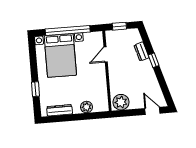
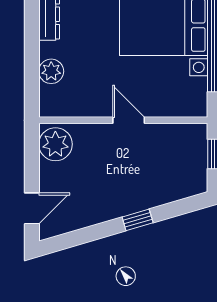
dresser: (141, 51) -> (158, 196), removed
door: (106, 54) -> (129, 120), moved

